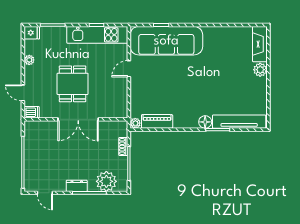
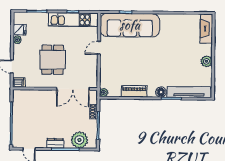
fridge: (32, 33) -> (20, 30), moved
plant: (260, 70) -> (206, 61), moved
double door: (78, 119) -> (73, 89), moved
piano: (157, 121) -> (134, 91), moved

